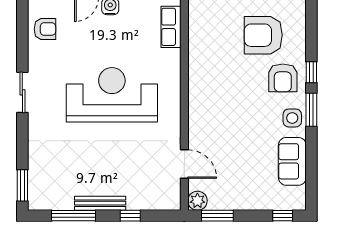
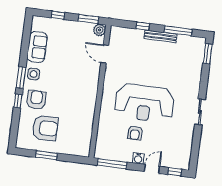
row of seats: (171, 27) -> (102, 141), removed
armchair: (45, 29) -> (135, 133), moved, turned -90
window: (283, 216) -> (58, 15), moved

